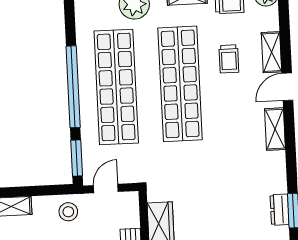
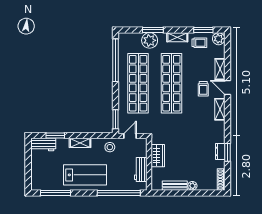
trolley: (229, 59) -> (203, 89), moved
window: (73, 87) -> (116, 60), moved
door: (287, 87) -> (227, 87), hinge flipped

